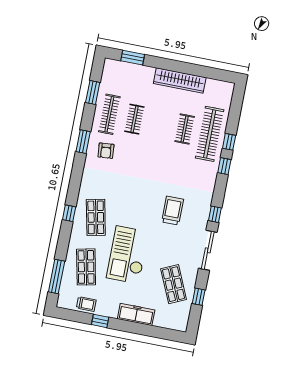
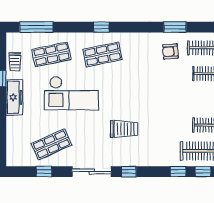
checkout: (128, 255) -> (71, 93), turned 180
freezer: (136, 314) -> (14, 97), moved

